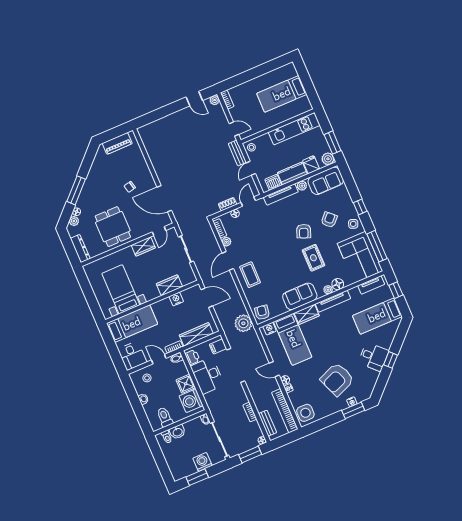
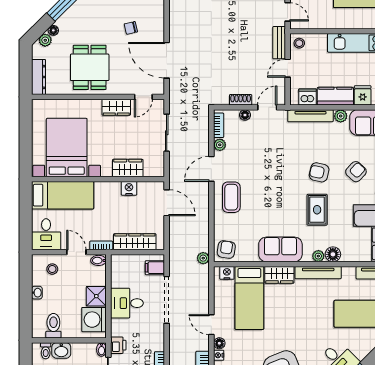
armchair: (304, 231) -> (319, 172), turned 81
bed with nightstands: (121, 289) -> (67, 148), width x1.36
plant: (243, 323) -> (203, 258), width x0.53, depth x0.53
printer: (192, 357) -> (118, 345), moved
desk: (207, 376) -> (127, 303), width x0.73

